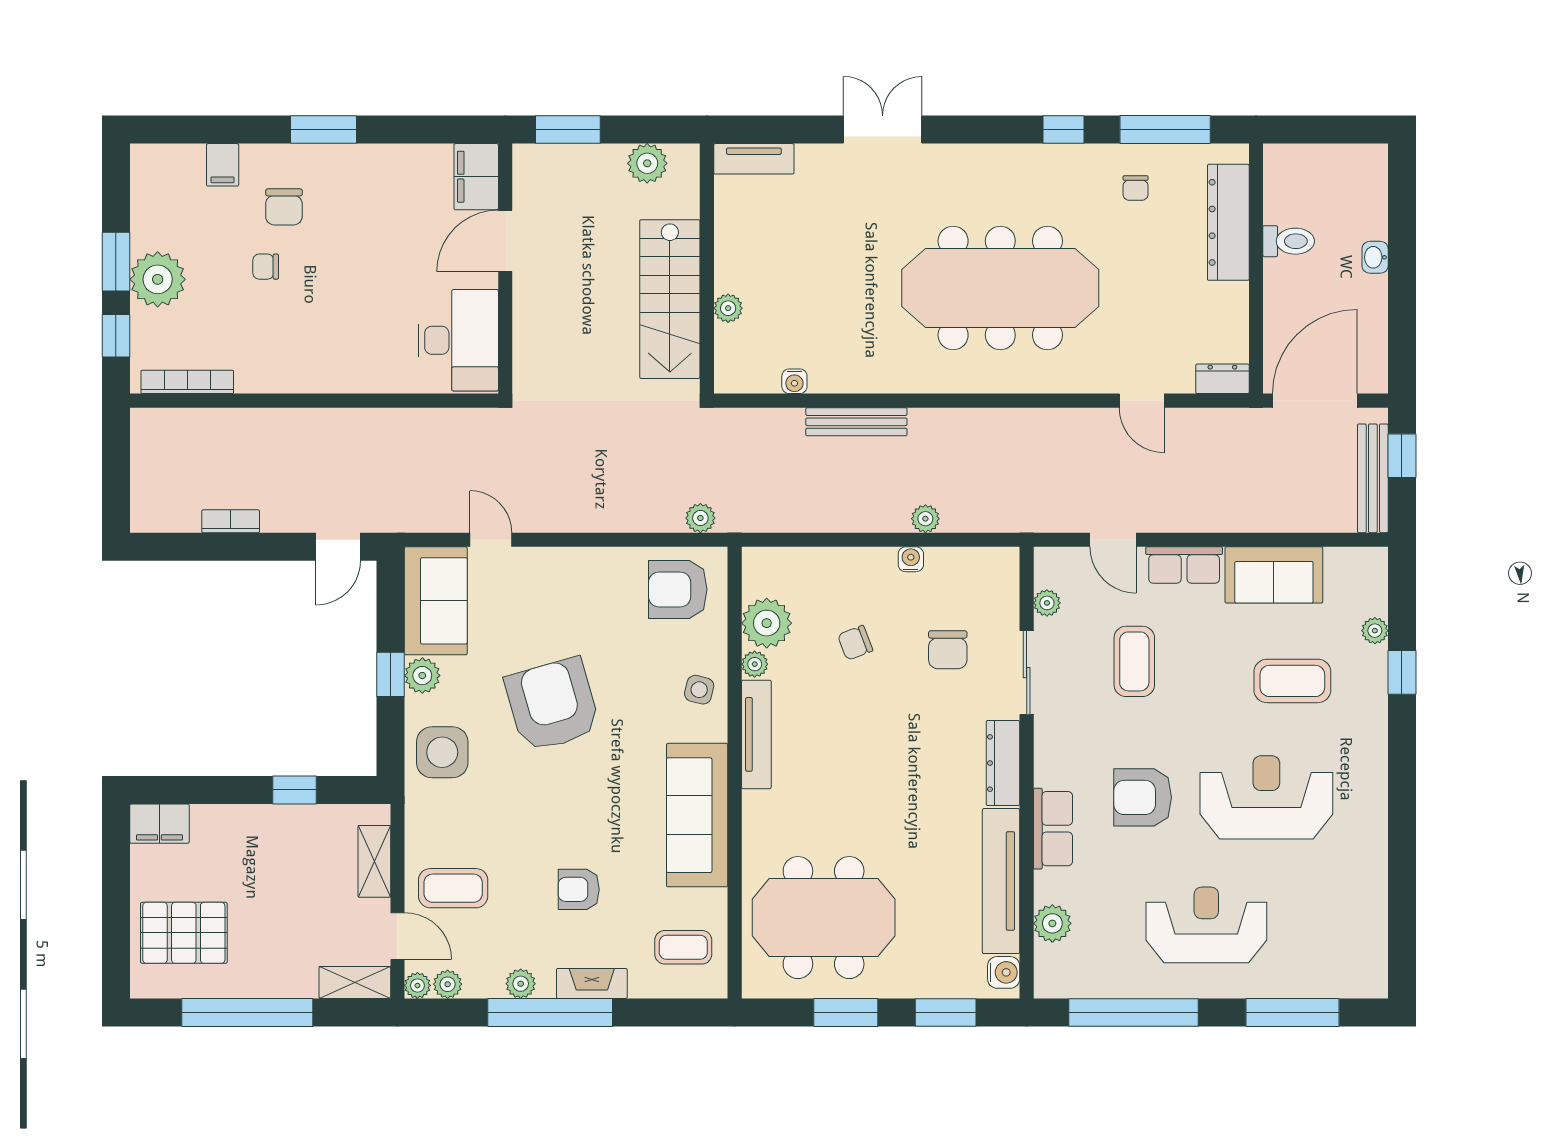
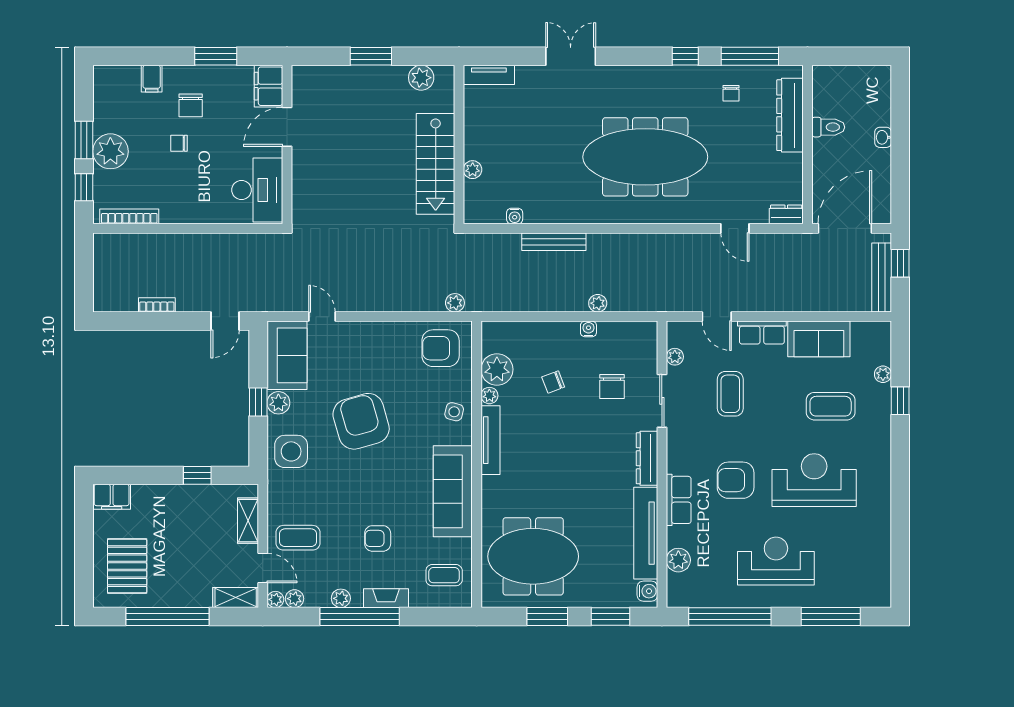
filing cabinet: (476, 177) -> (268, 86), moved
door: (505, 241) -> (287, 127), moved
wall: (505, 269) -> (287, 145), moved
desk: (458, 340) -> (257, 190), moved
pallet: (184, 933) -> (127, 566), turned 90

